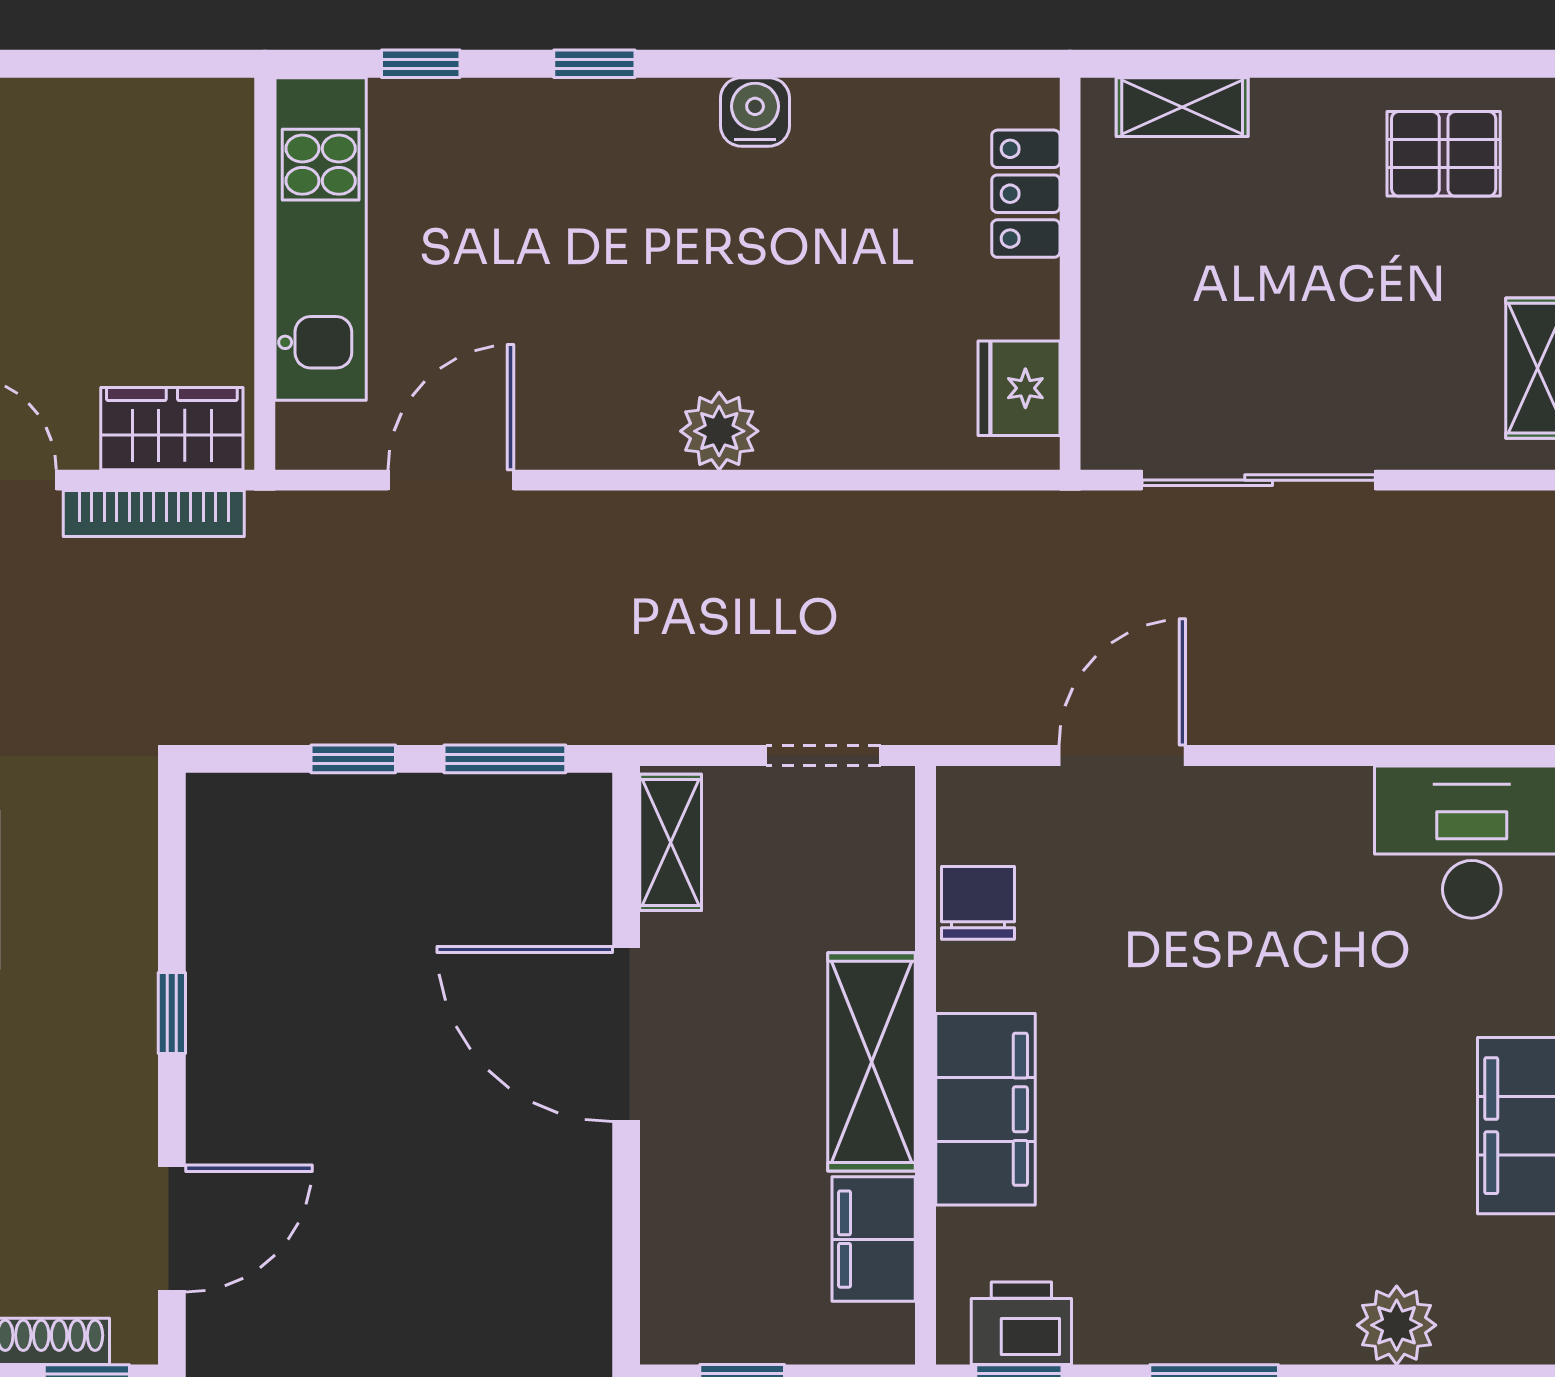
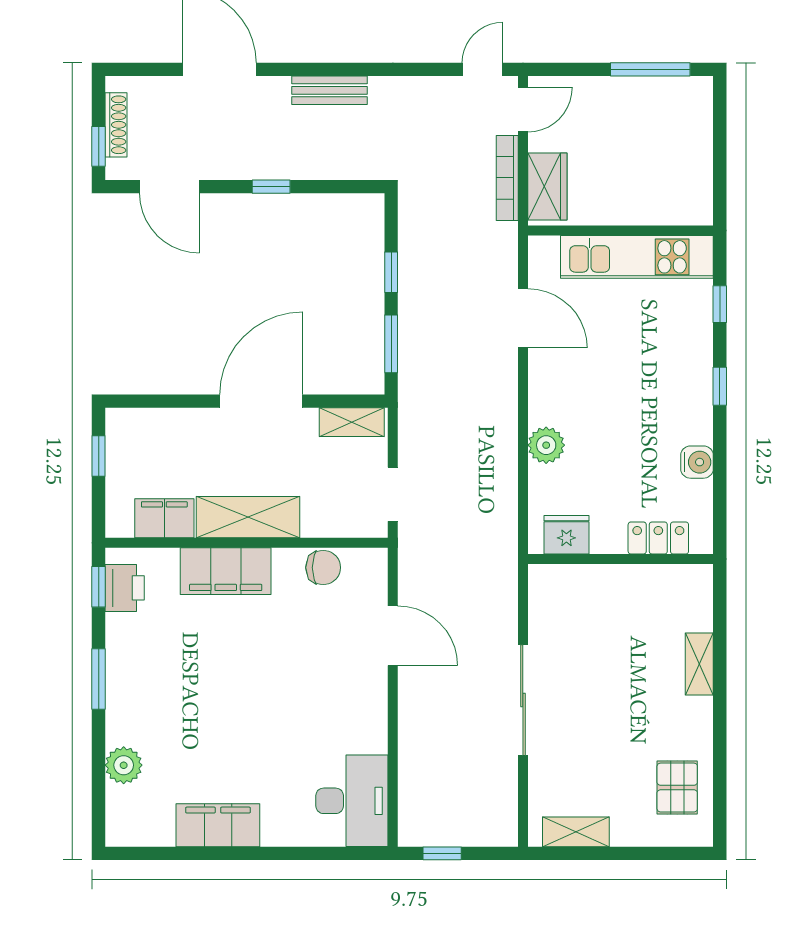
locker: (1026, 194) -> (658, 538), moved
wall: (1070, 274) -> (621, 559), moved
fridge: (1019, 388) -> (566, 535), moved

